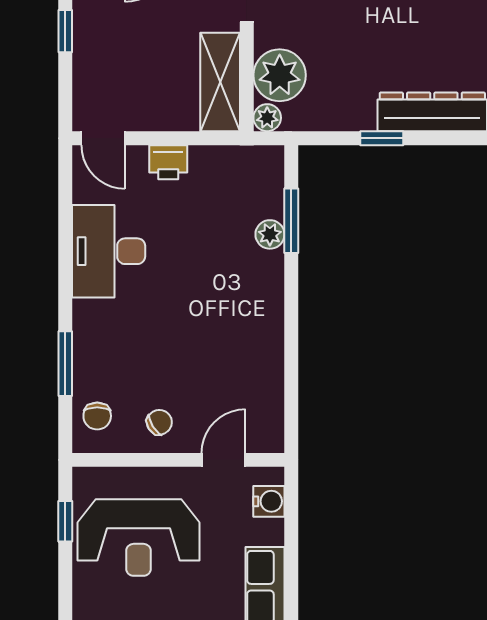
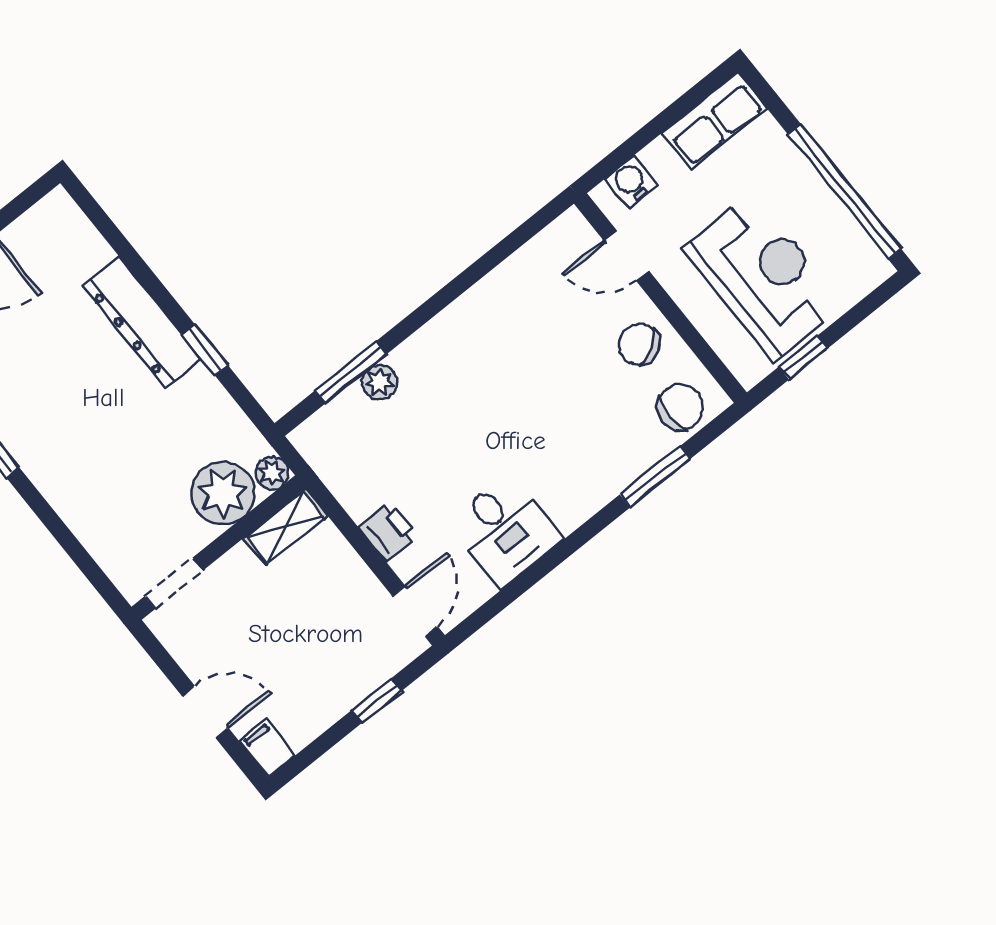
window: (65, 31) -> (377, 701), moved
shelving: (220, 82) -> (286, 527), width x0.67, depth x0.75
desk: (109, 251) -> (505, 530), width x0.73
chair: (97, 416) -> (680, 407), width x1.37, depth x1.37
chair: (159, 422) -> (639, 344), width x1.37, depth x1.37

